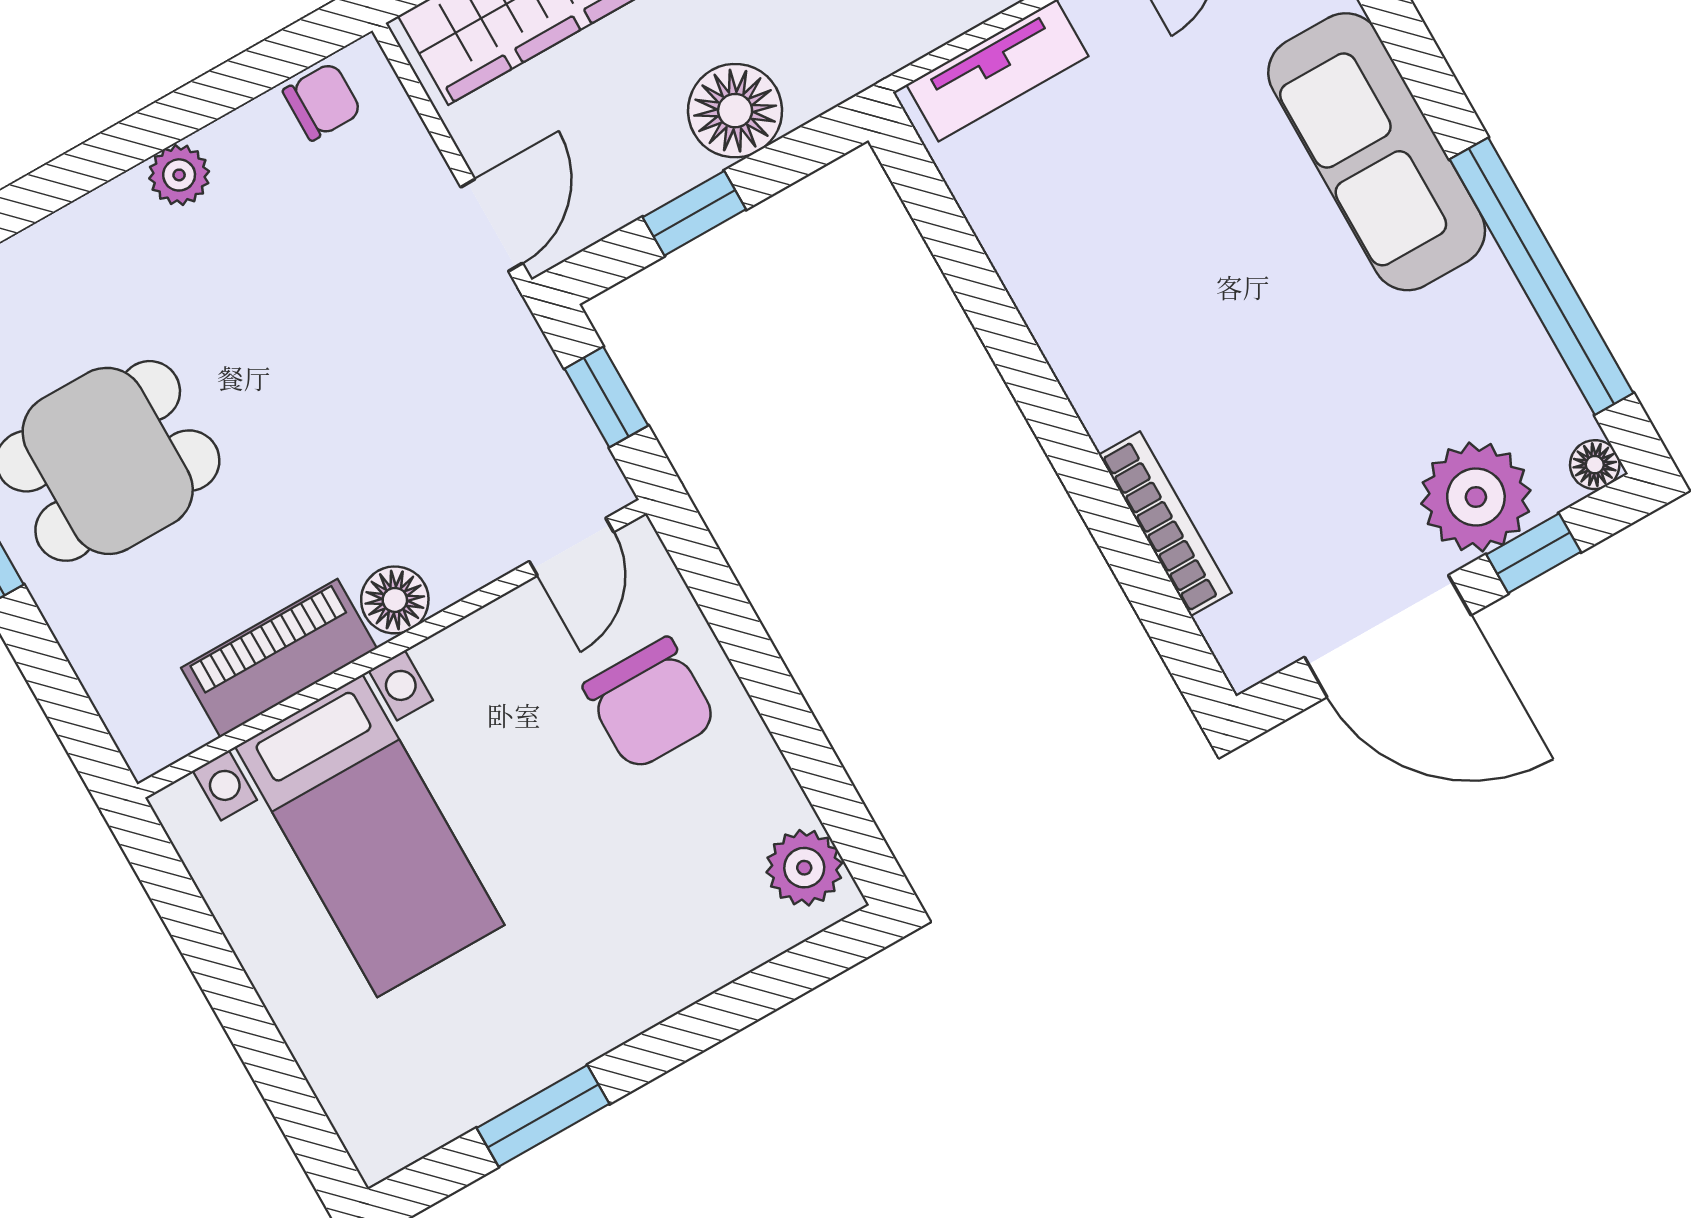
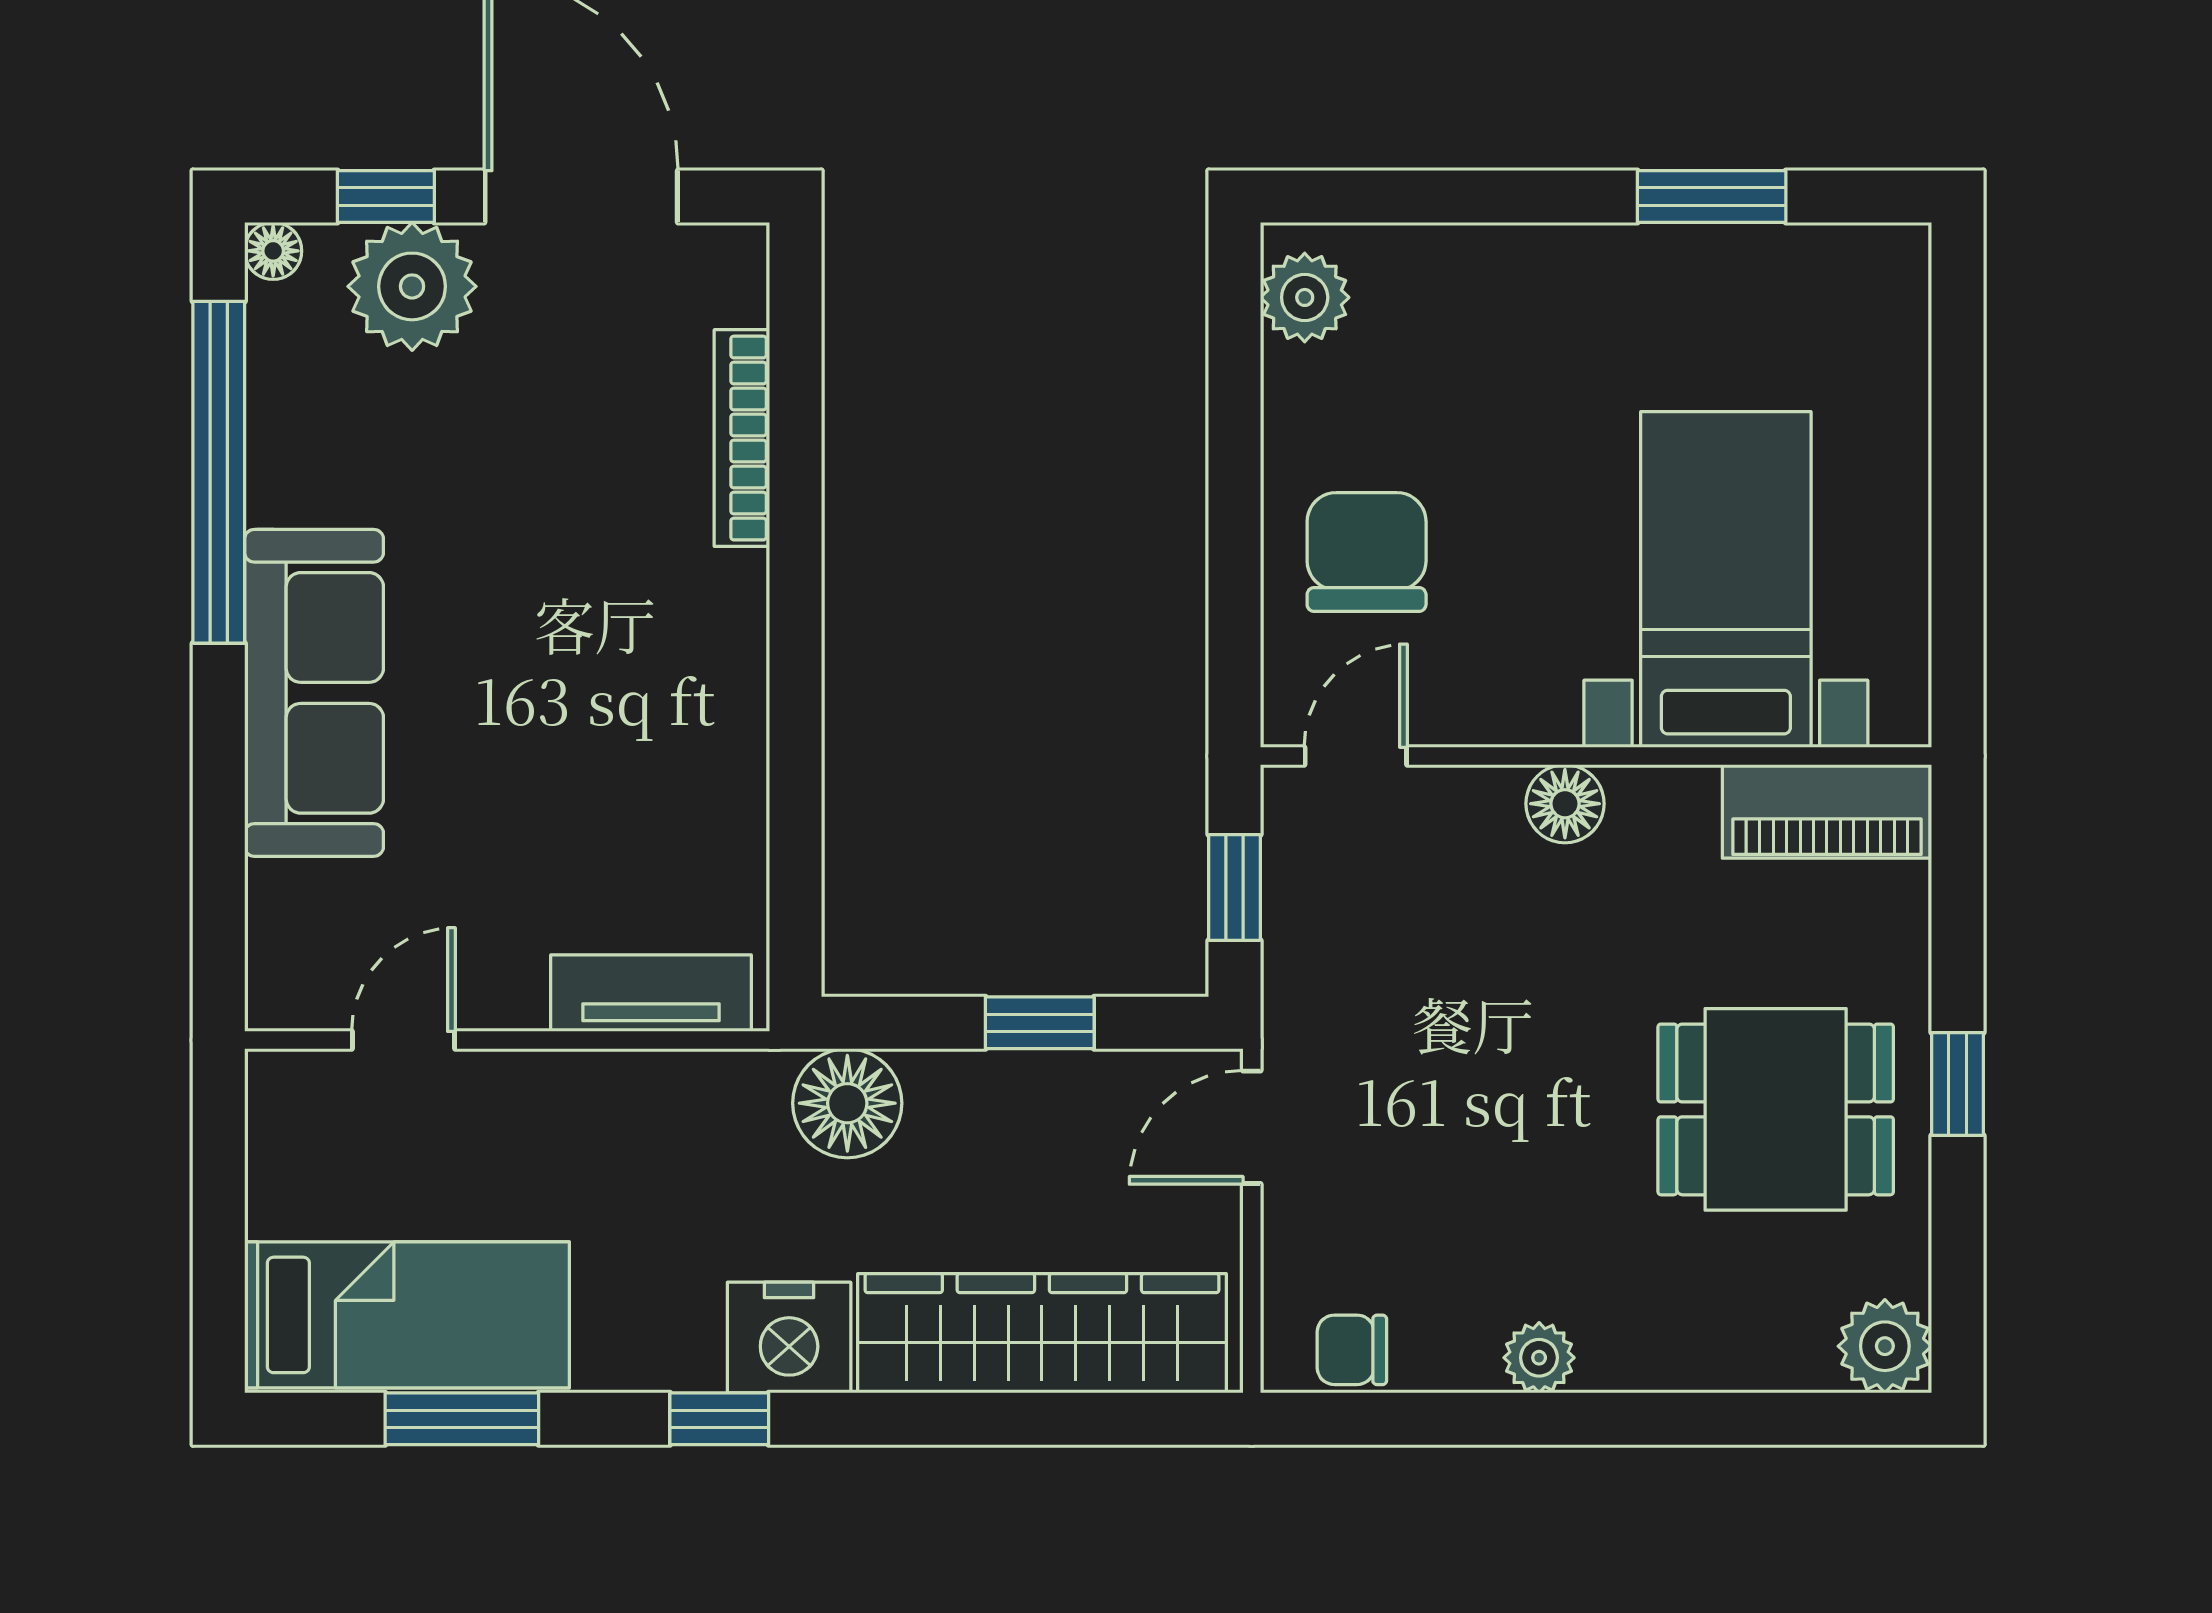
floor lamp: (735, 111) -> (847, 1103), moved
piano: (279, 658) -> (1827, 811), moved

